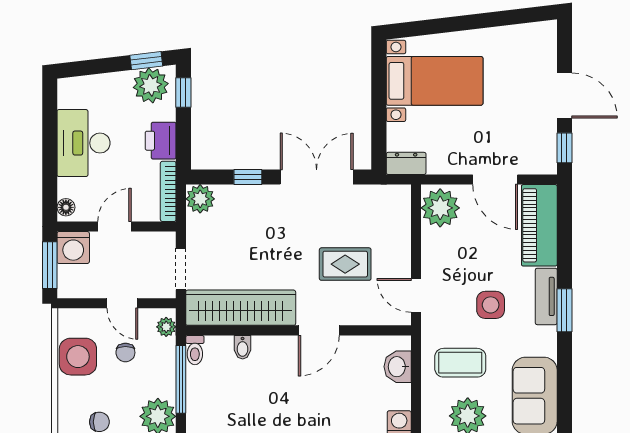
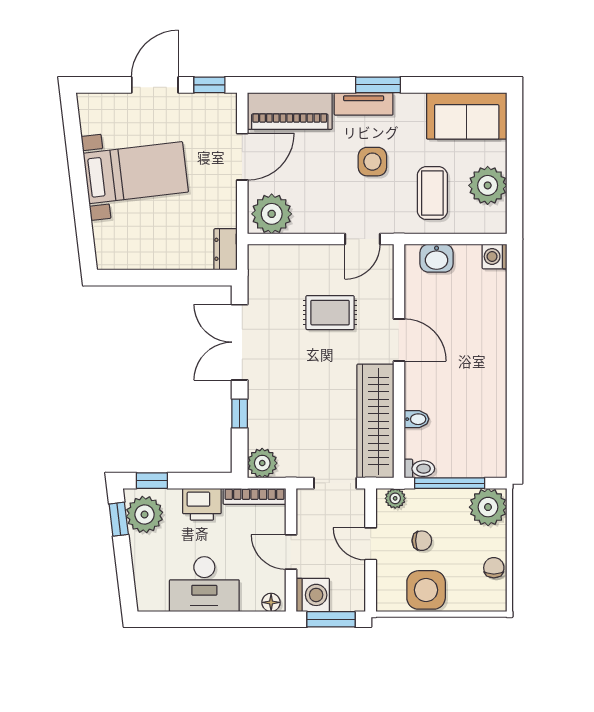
bed with nightstands: (435, 81) -> (136, 173), moved, turned 83
rug: (345, 264) -> (330, 313), turned 90
door: (122, 303) -> (371, 544), swing flipped

